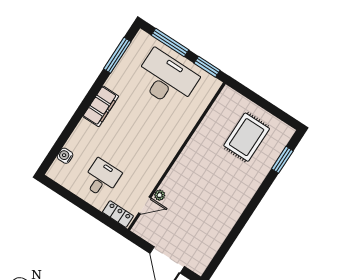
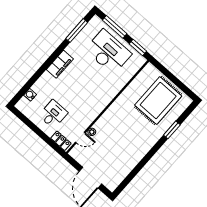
rug: (247, 137) -> (158, 101), width x1.37, depth x1.44
window: (282, 160) -> (172, 130), moved

